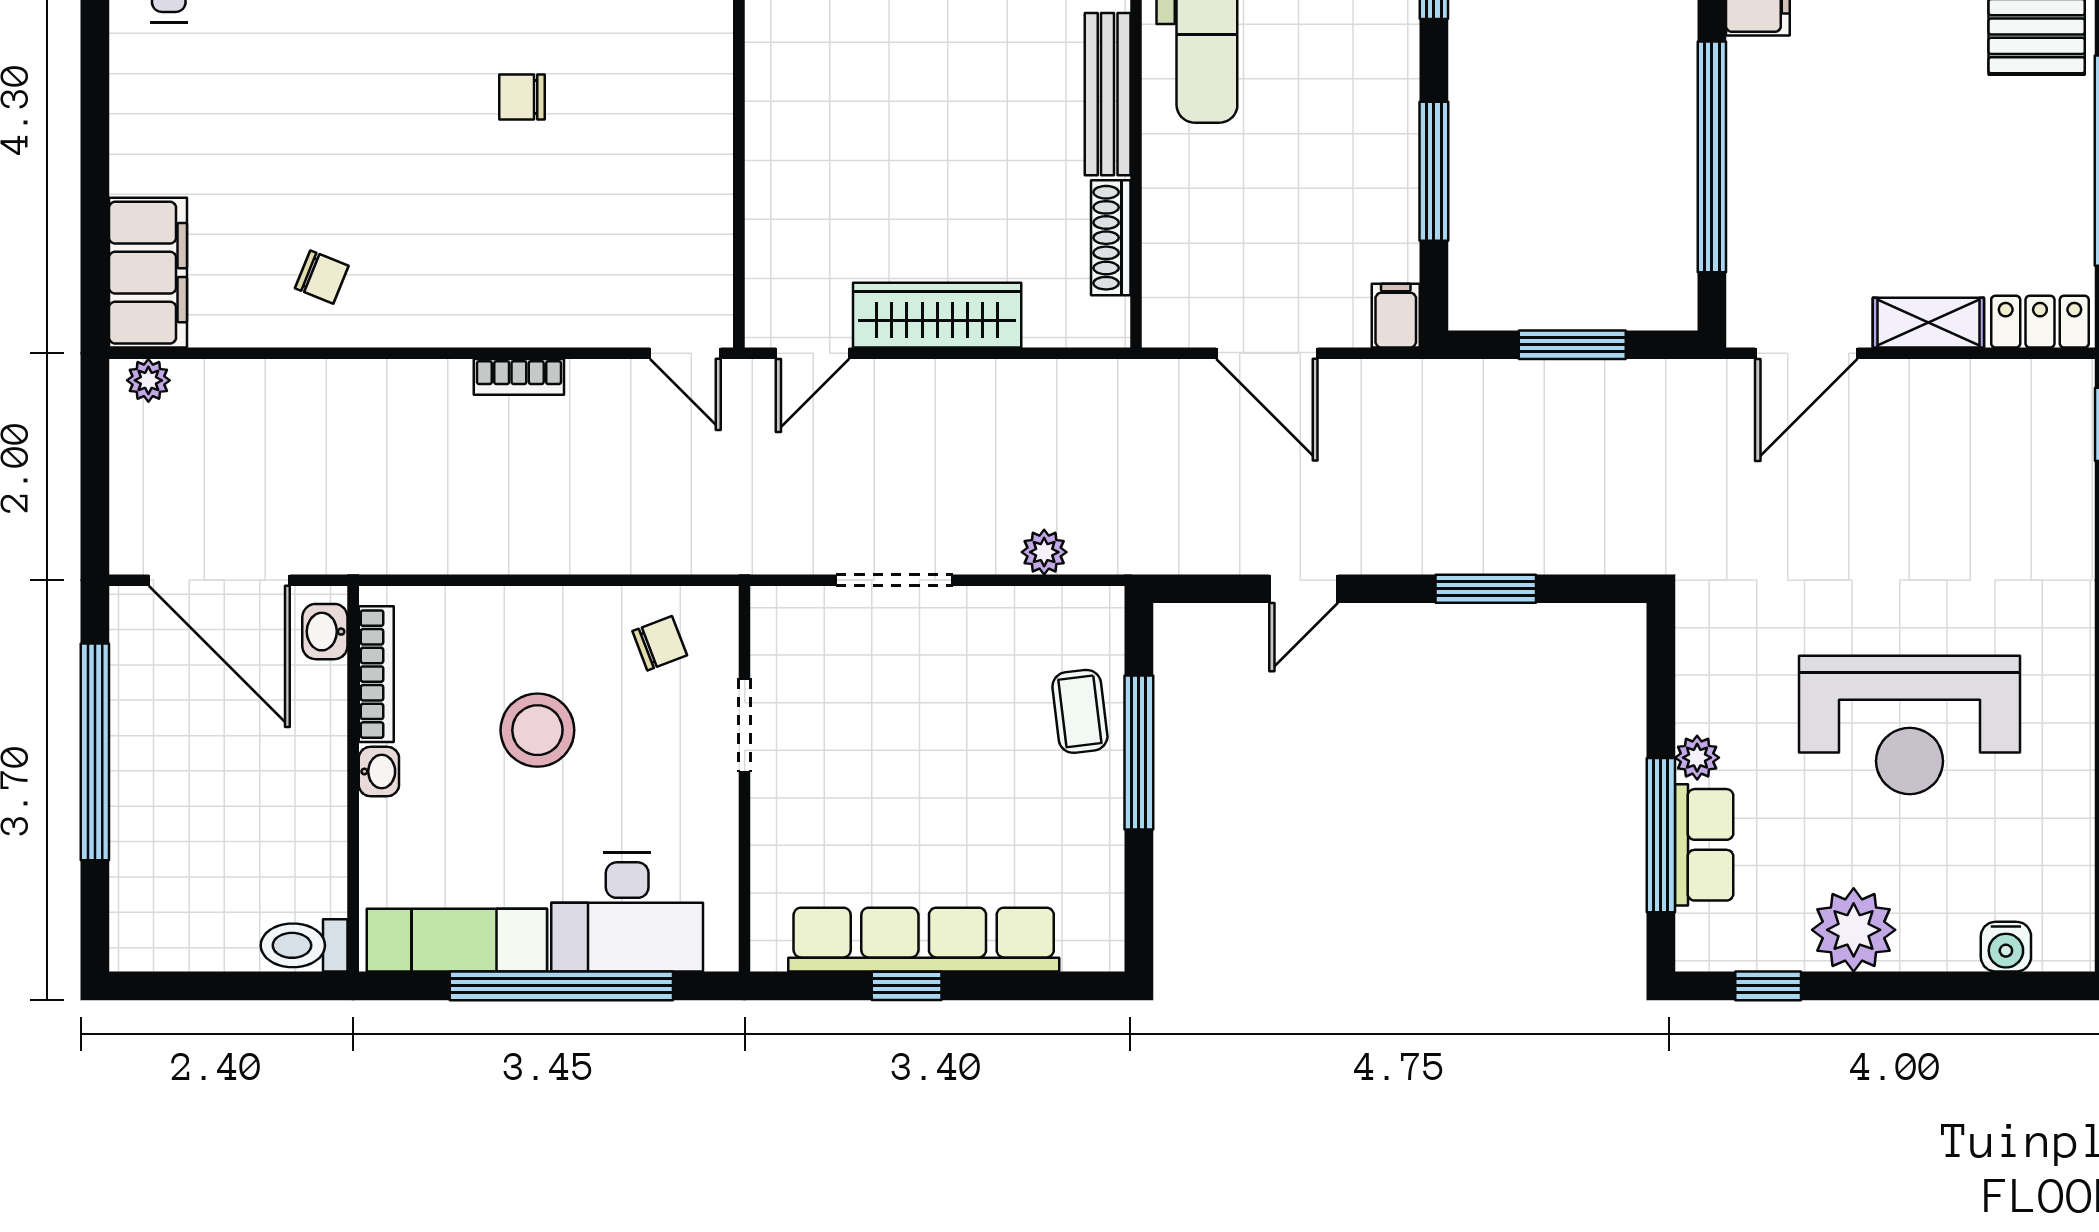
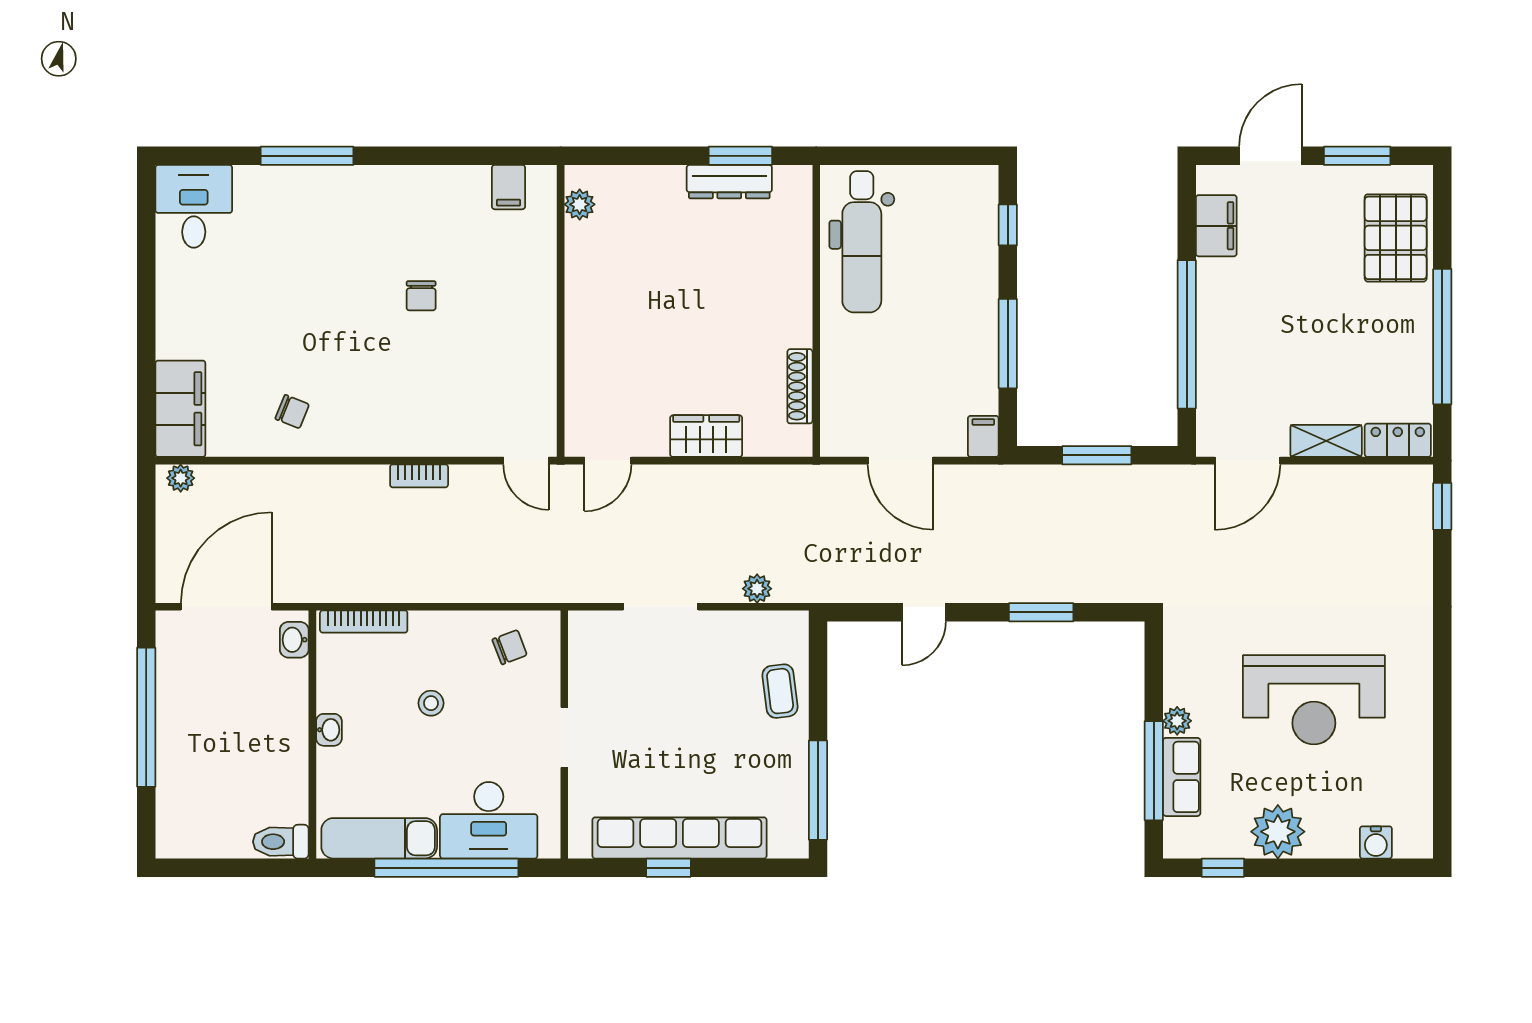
bench: (1108, 94) -> (798, 294), removed
chair: (522, 97) -> (421, 296), turned -90
wardrobe: (937, 315) -> (706, 436), width x0.67
door: (219, 580) -> (226, 607), swing flipped
bookcase: (376, 674) -> (364, 622), moved, turned 90
doorway: (745, 725) -> (564, 737), moved
stool: (537, 730) -> (431, 703), width x0.53, depth x0.53
window: (1139, 752) -> (818, 790), moved

